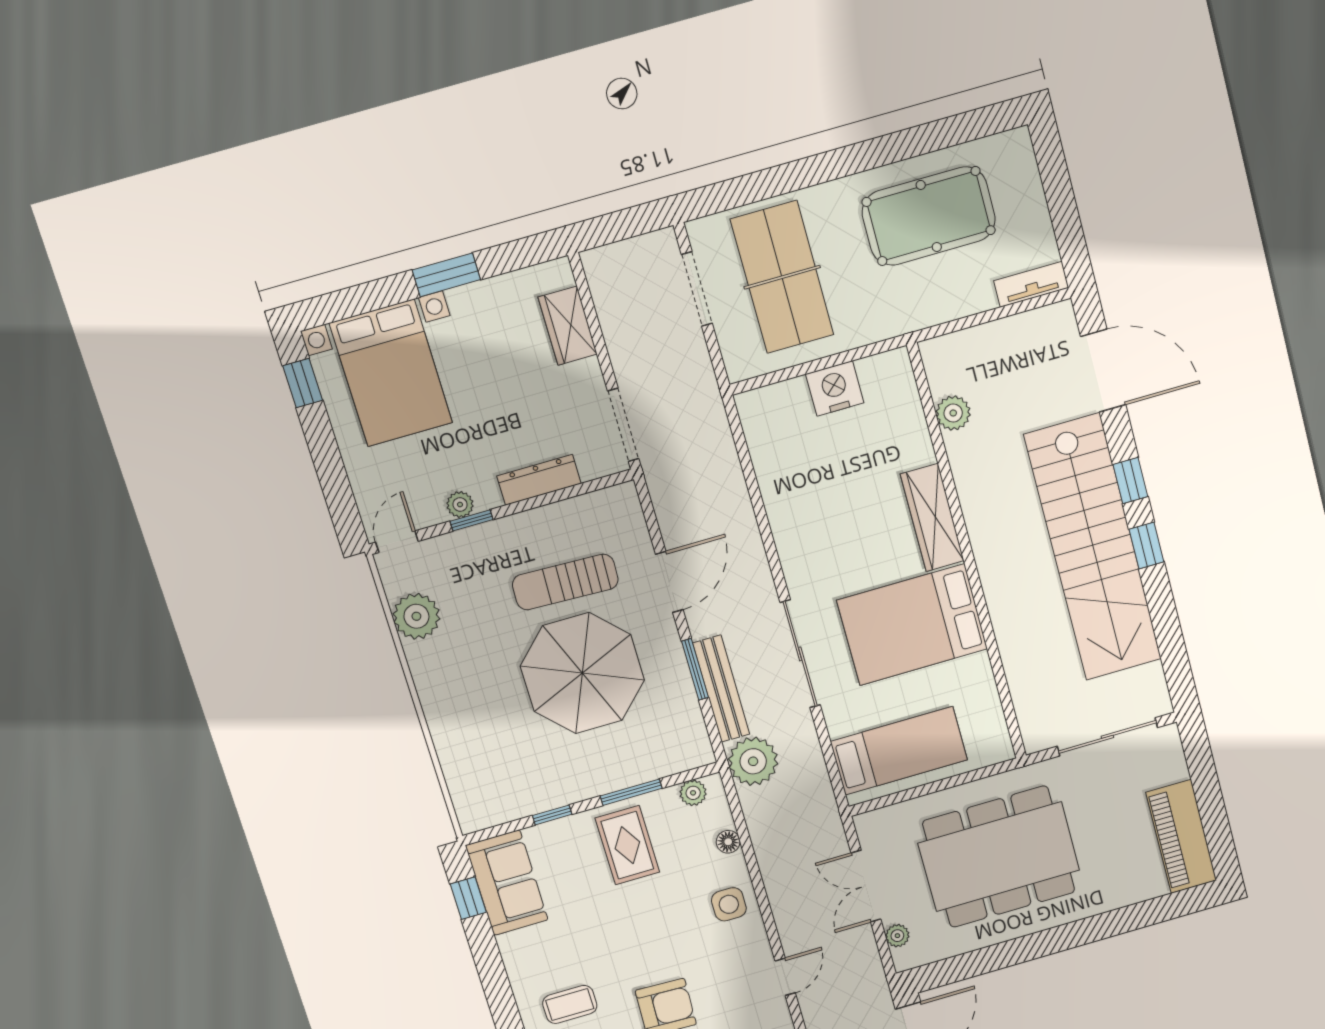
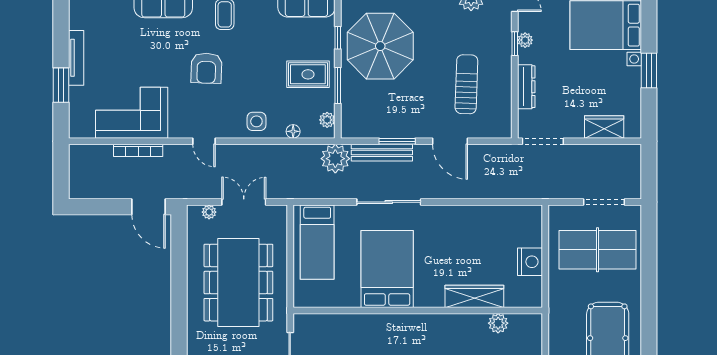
wardrobe: (932, 518) -> (474, 296), moved
parasol: (582, 673) -> (380, 46), moved

